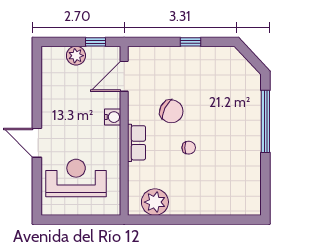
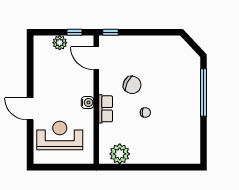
window: (190, 42) -> (110, 32), moved
door: (124, 76) -> (96, 58), hinge flipped
water cooler: (113, 117) -> (88, 103), moved

